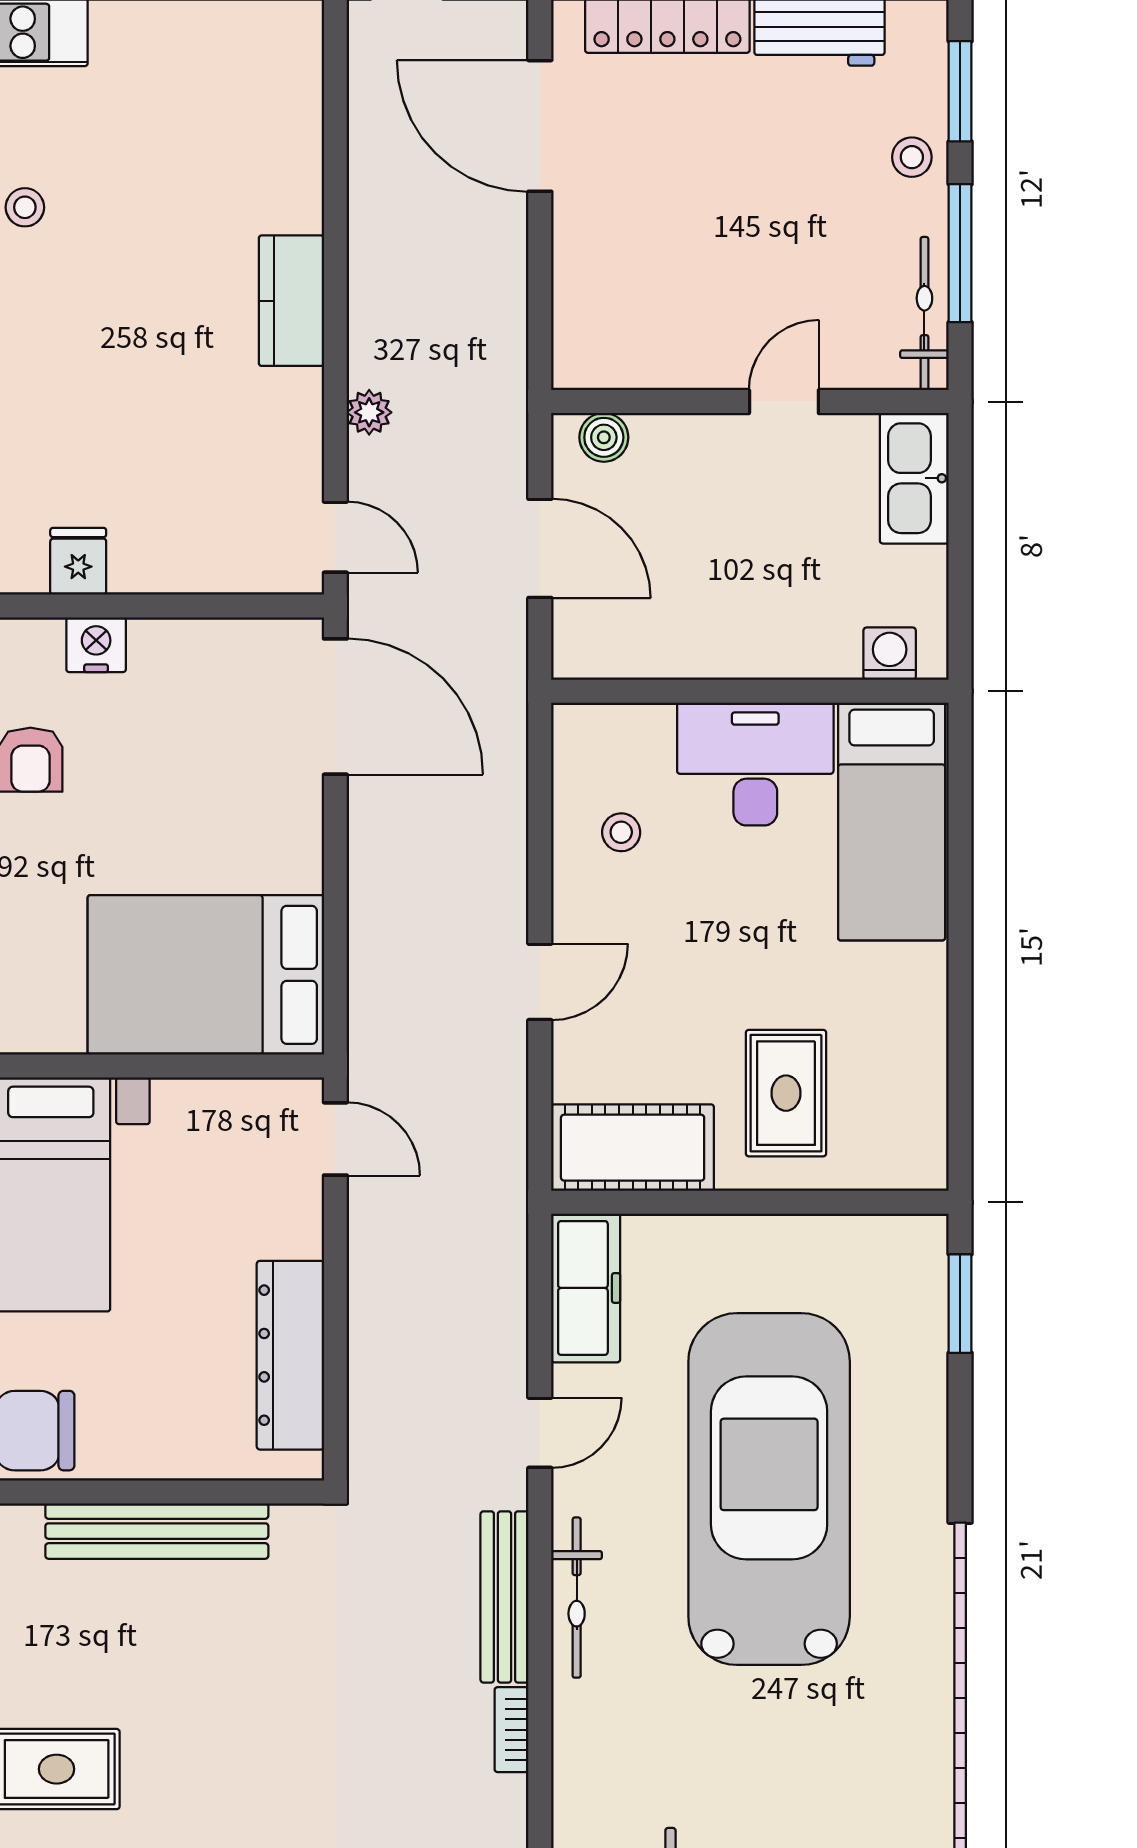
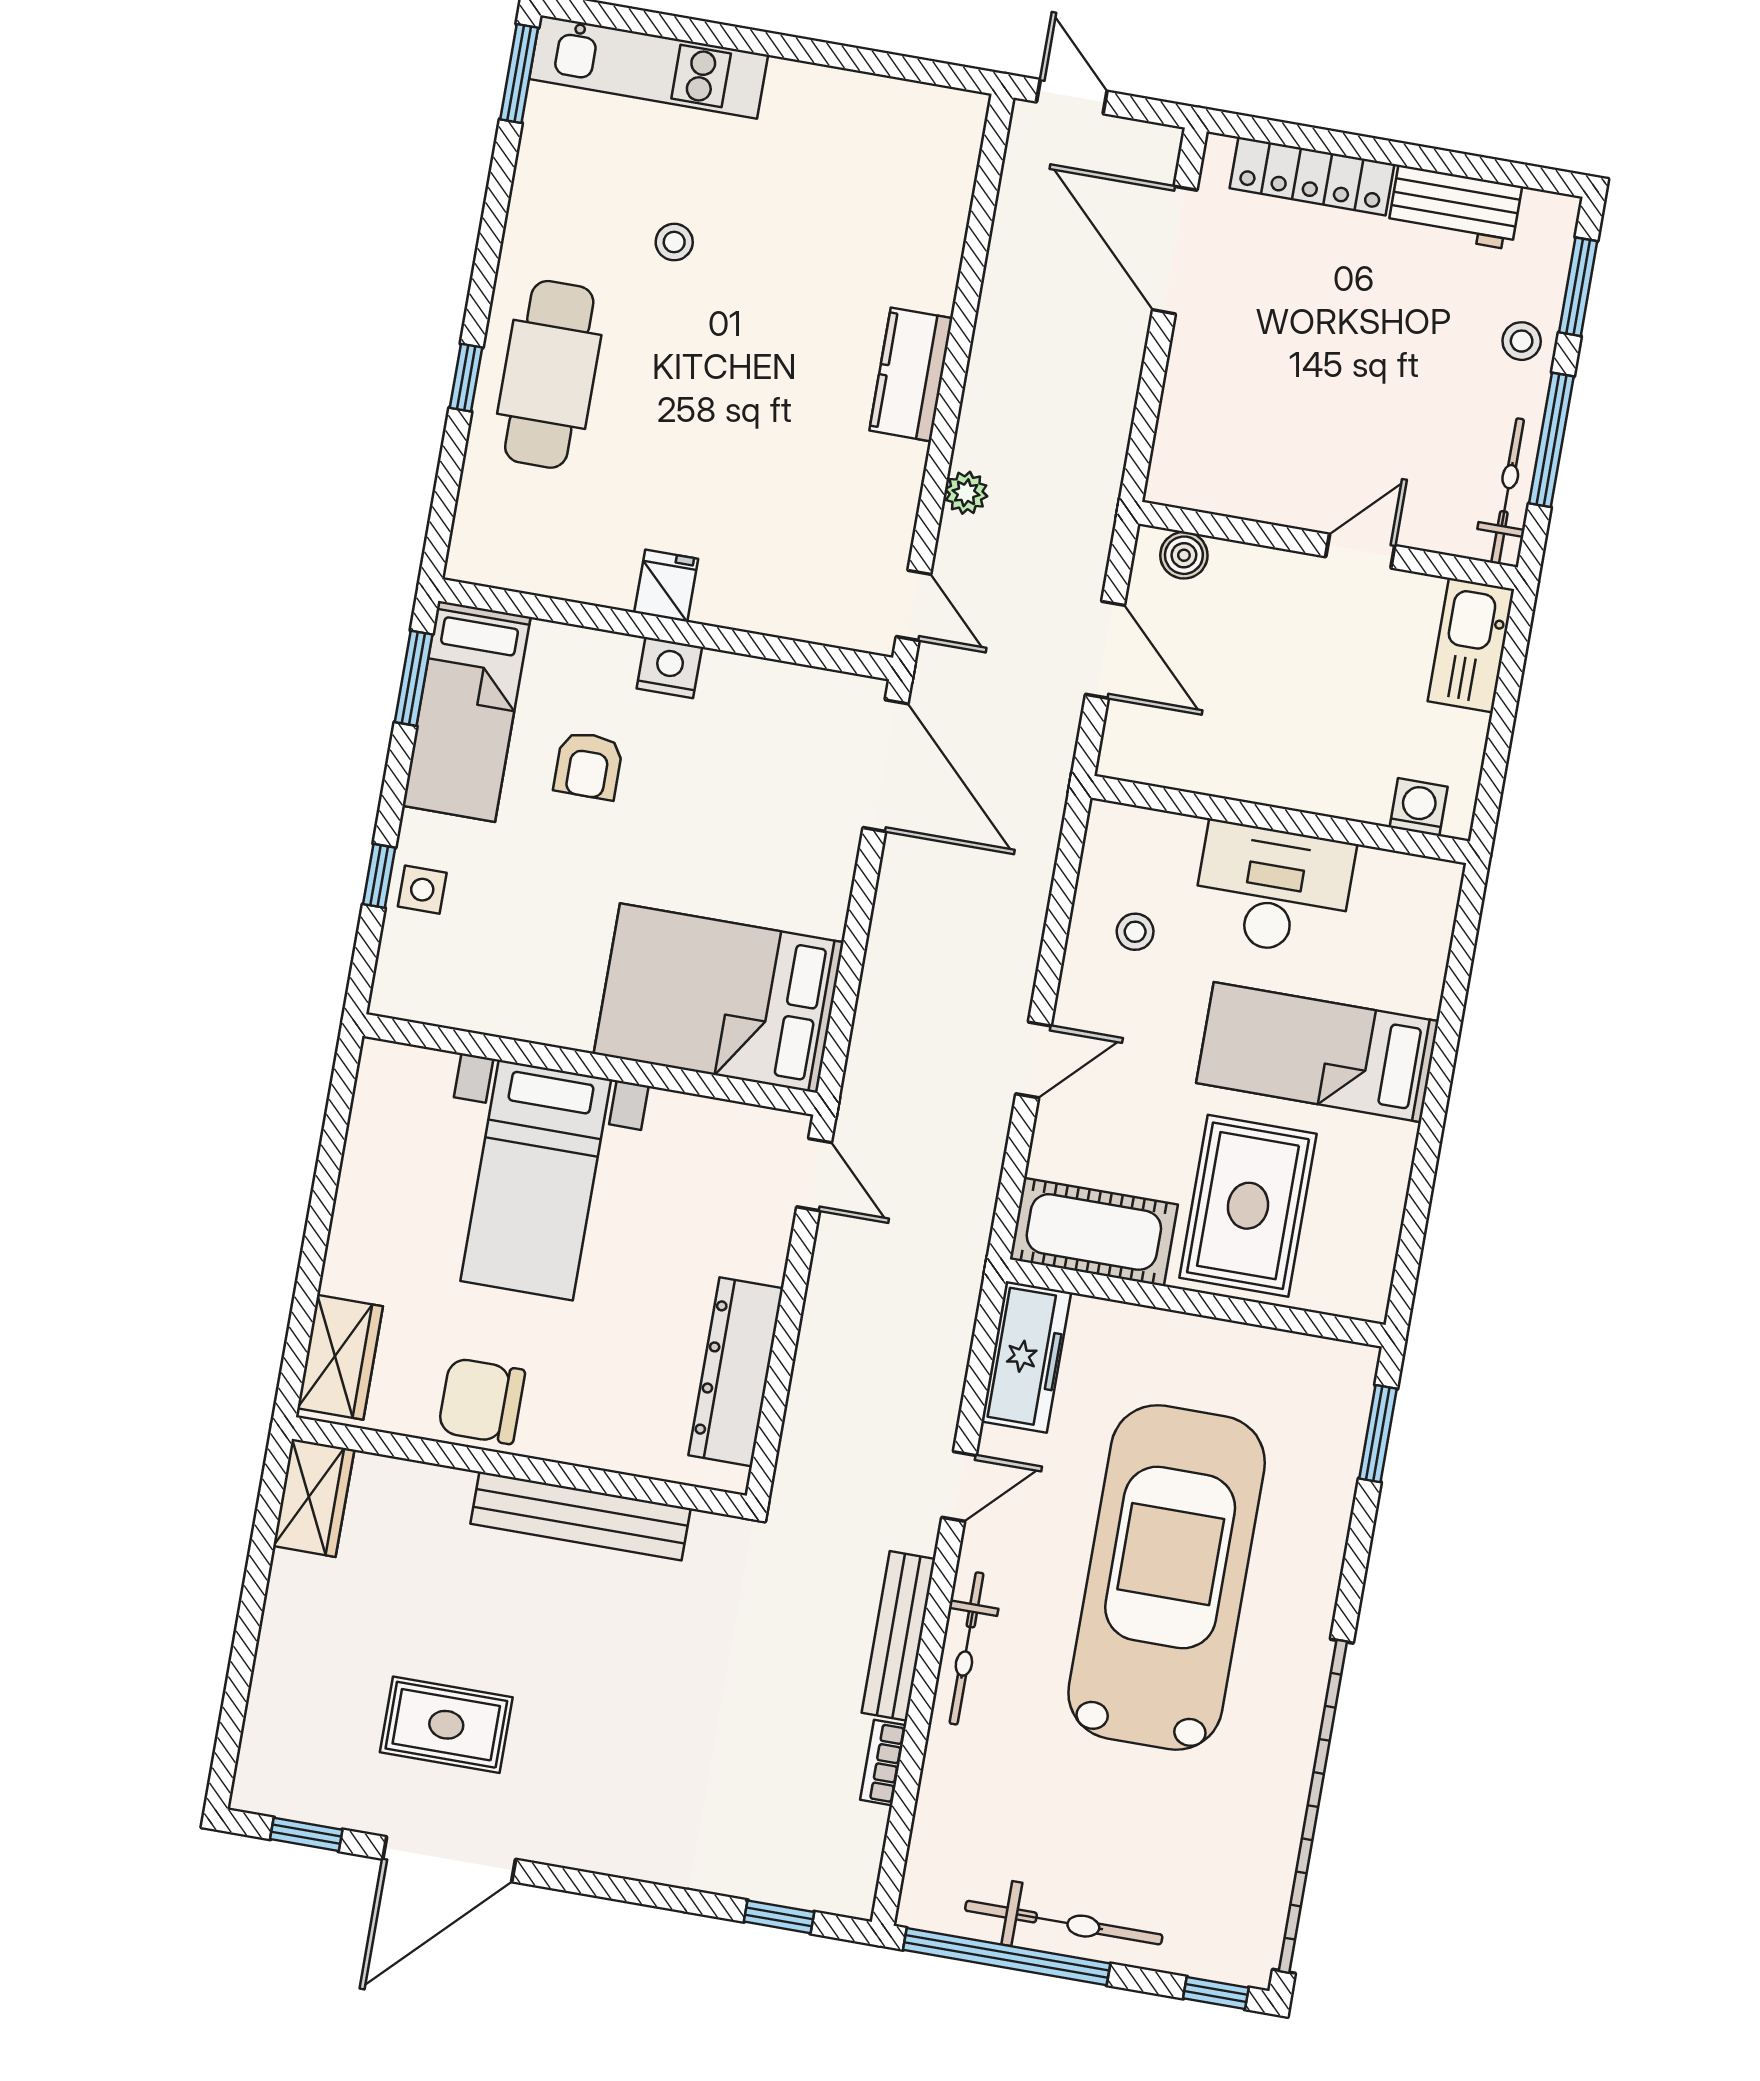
bed: (892, 821) -> (1317, 1052), moved, turned 90
rug: (786, 1093) -> (1248, 1206), width x1.36, depth x1.43

